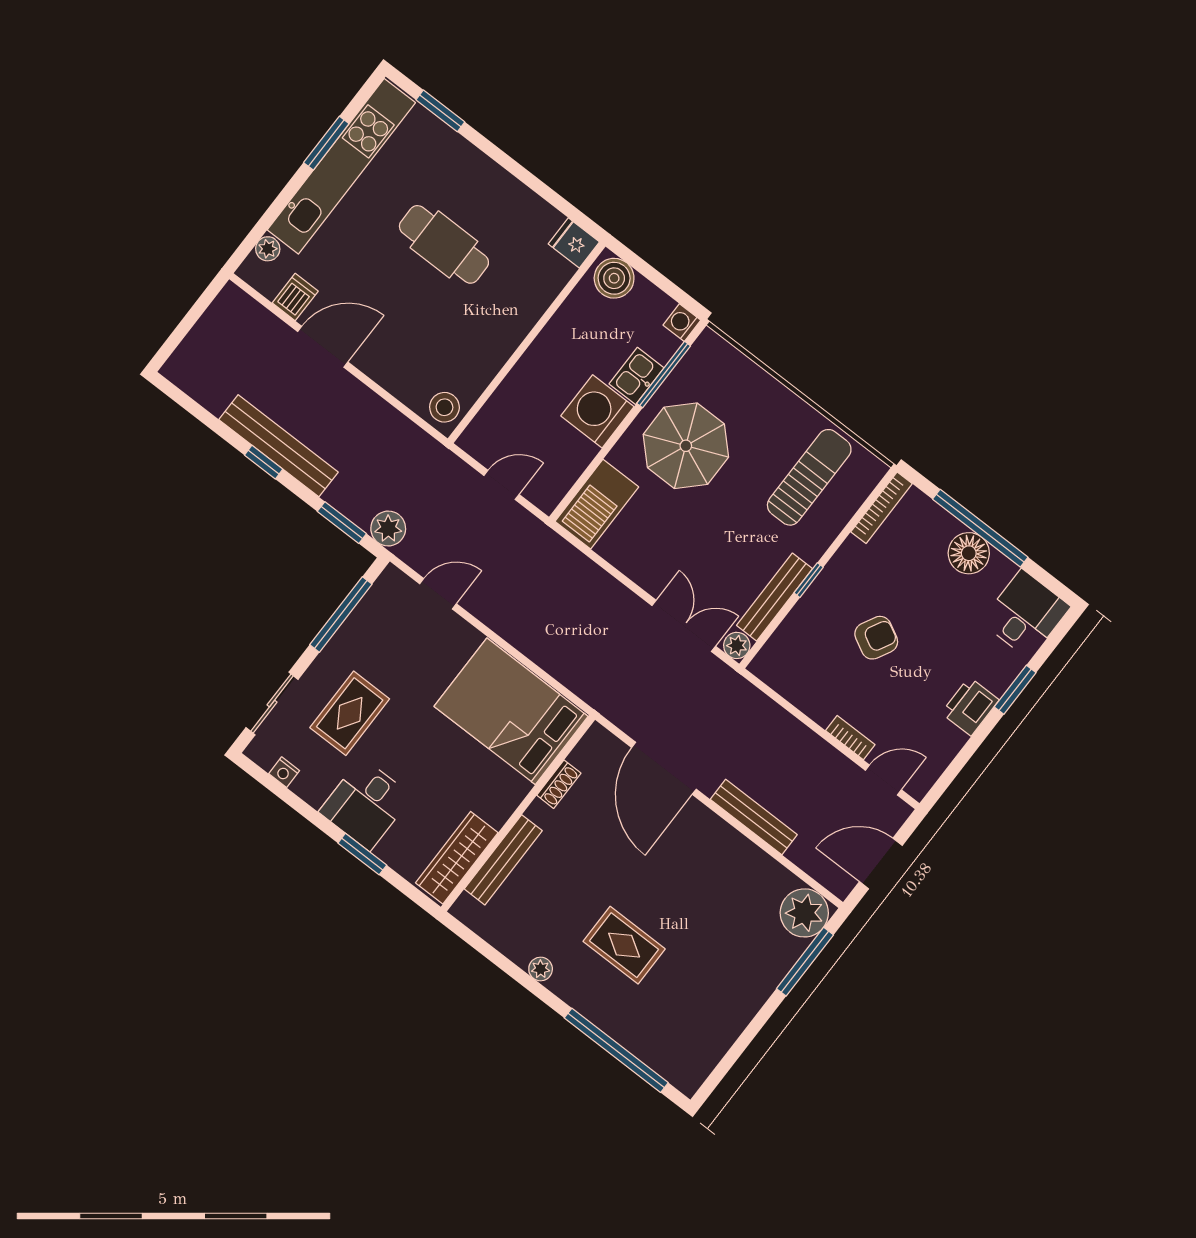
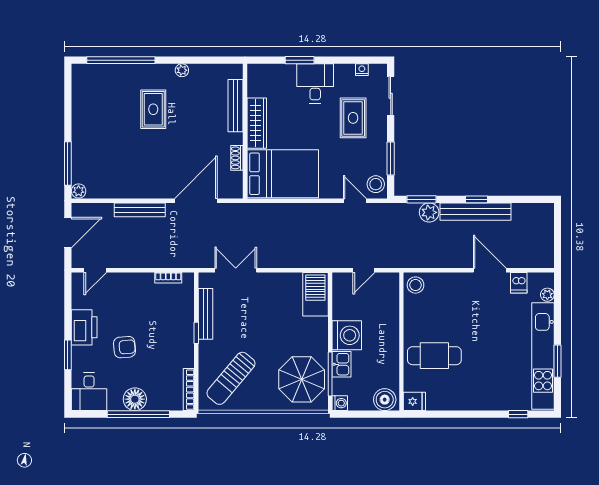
window: (440, 111) -> (518, 414), width x0.67
cafe table: (444, 244) -> (434, 356), moved
door: (323, 347) -> (490, 270), swing flipped
parasol: (686, 446) -> (302, 379), moved
sun lounger: (809, 477) -> (231, 378), turned 40
plant: (388, 529) -> (429, 212), moved
stool: (390, 594) -> (376, 184), added
door: (438, 594) -> (355, 201), swing flipped
window: (341, 614) -> (391, 158), width x0.69
double door: (684, 626) -> (236, 270), swing flipped
armchair: (876, 638) -> (125, 347), moved, turned -123
plant: (737, 645) -> (206, 280), removed
printer: (970, 706) -> (84, 327), width x1.37, depth x1.19
bookcase: (850, 738) -> (168, 278), moved
door: (664, 768) -> (196, 201), hinge flipped
wardrobe: (457, 858) -> (257, 123), moved
plant: (804, 913) -> (79, 191), width x0.53, depth x0.53
rug: (624, 945) -> (153, 109), turned 90

